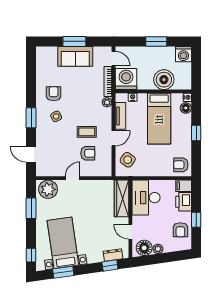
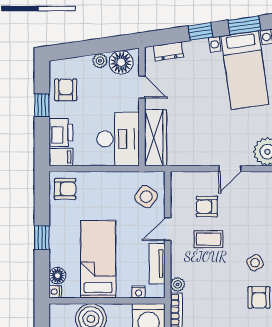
window: (110, 266) -> (200, 32), moved

